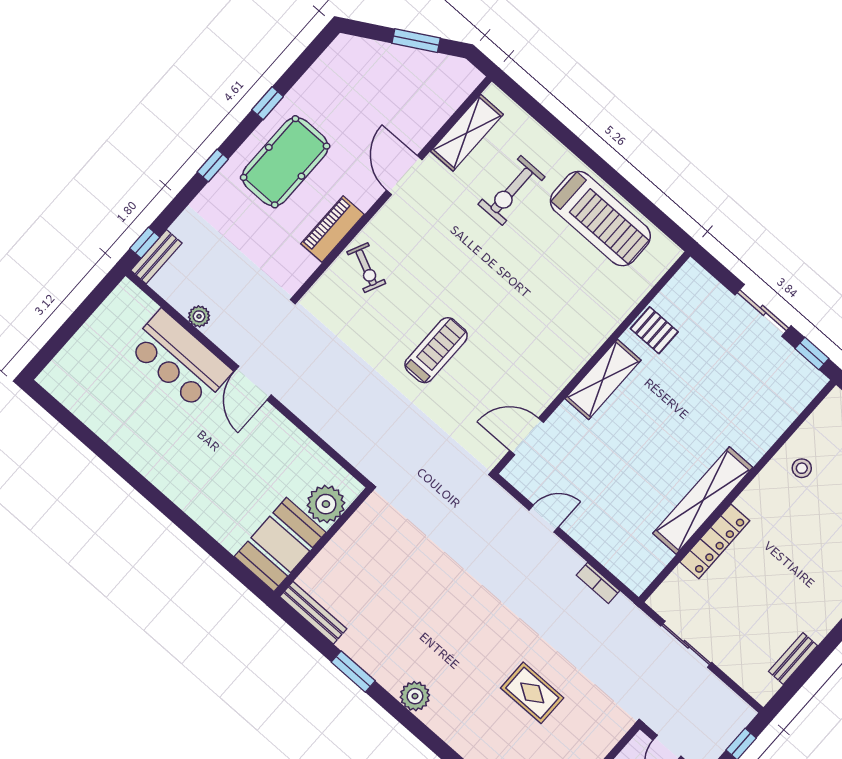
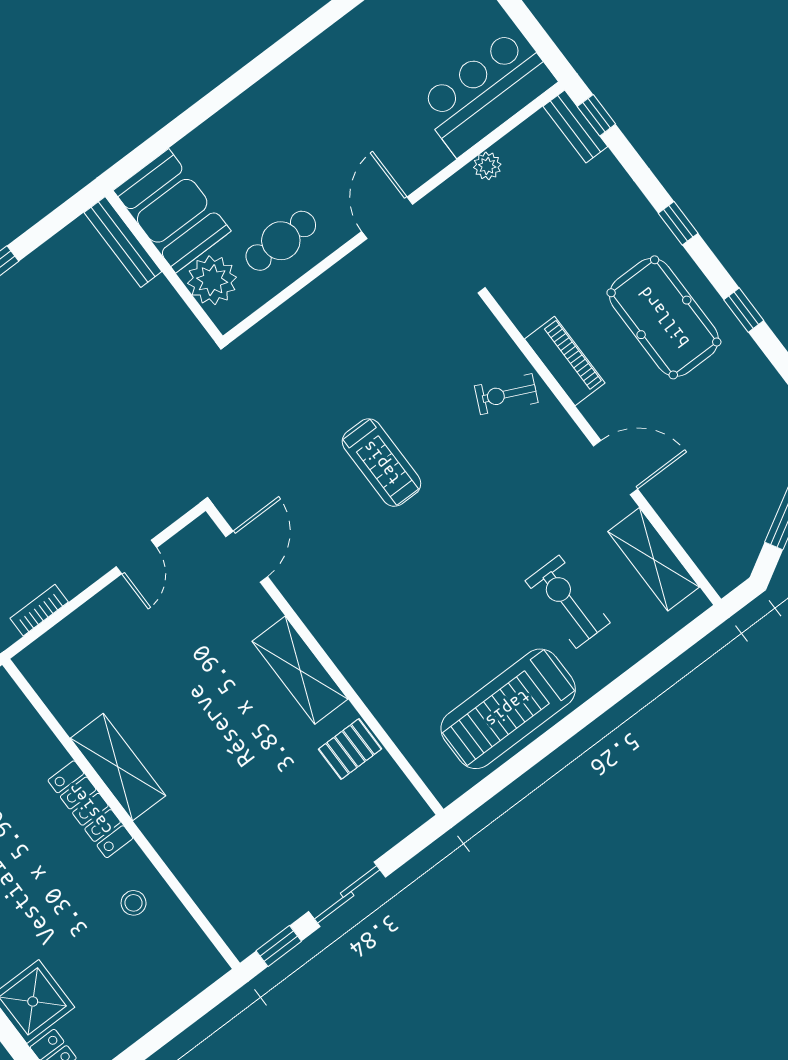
bar counter: (180, 360) -> (486, 92), moved
door: (253, 383) -> (387, 218), hinge flipped
cafe table: (286, 459) -> (281, 241), added
shelving: (703, 500) -> (118, 767), width x0.68
locker: (715, 541) -> (90, 809), moved
bench: (313, 613) -> (123, 242), moved, turned 90

